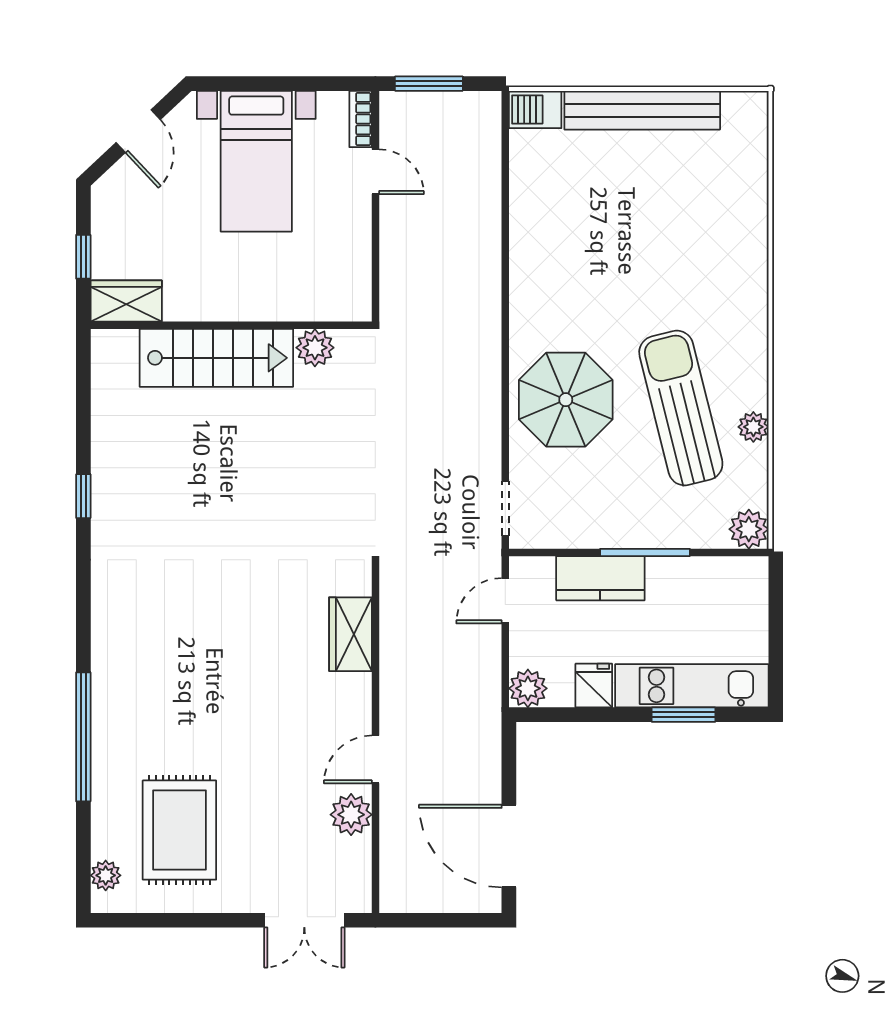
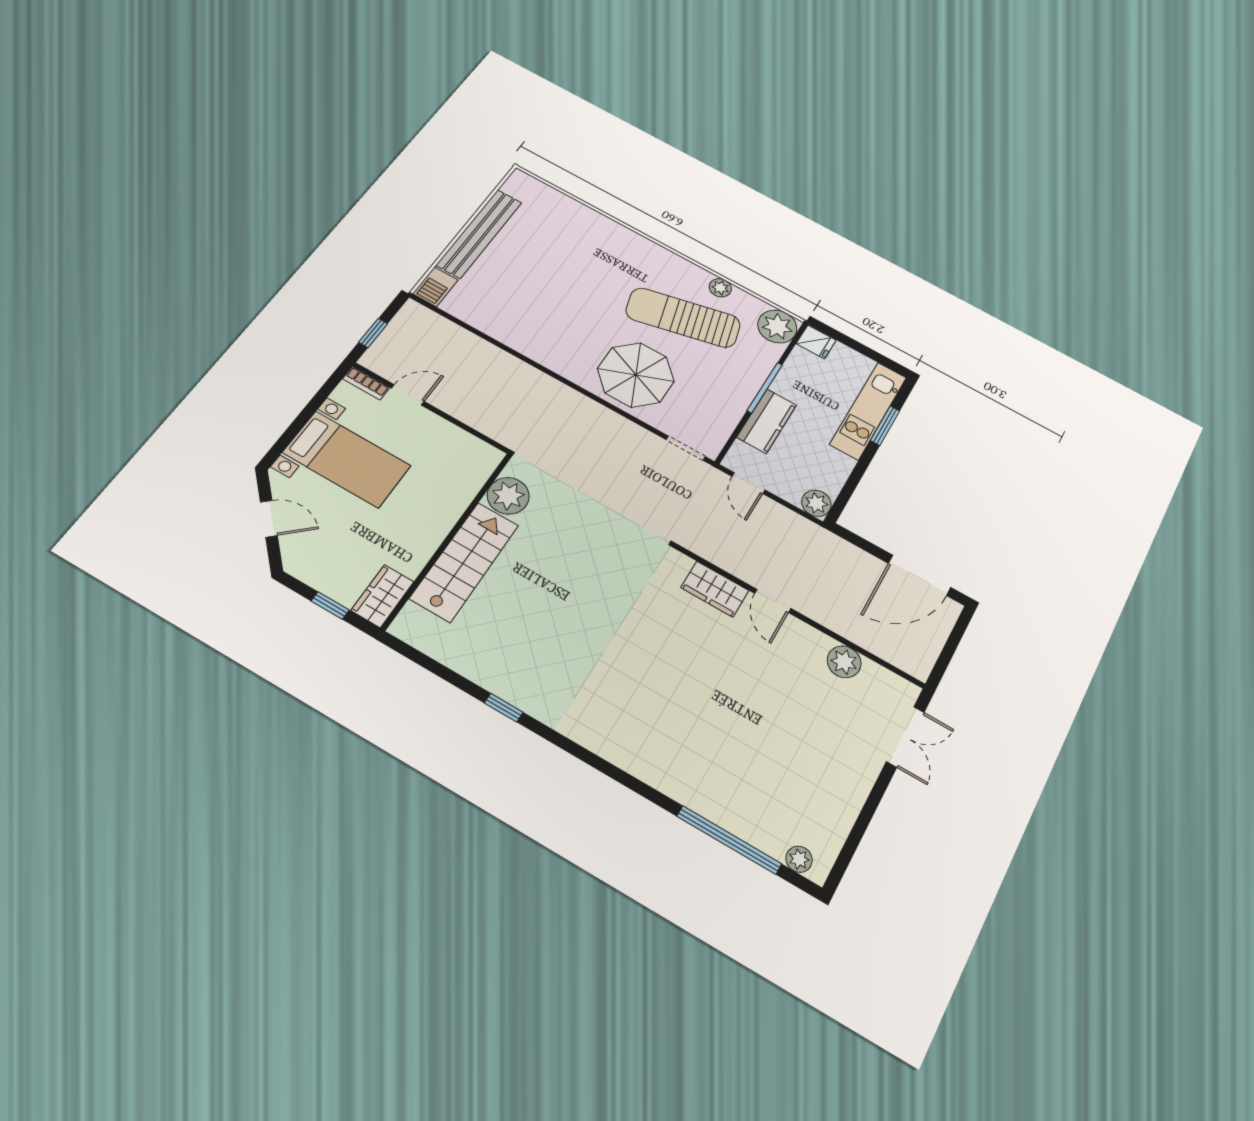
window: (429, 84) -> (373, 333), width x0.67
plant: (315, 348) -> (508, 496), width x1.36, depth x1.36
plant: (749, 529) -> (777, 326), width x1.36, depth x1.36
fridge: (594, 686) -> (816, 342), moved, turned 180
window: (83, 737) -> (729, 840), moved
door: (375, 759) -> (773, 601), moved
rug: (179, 830) -> (793, 785), removed

